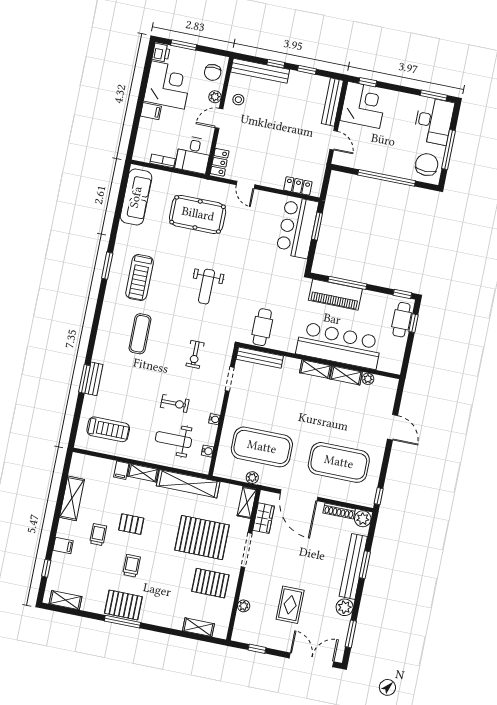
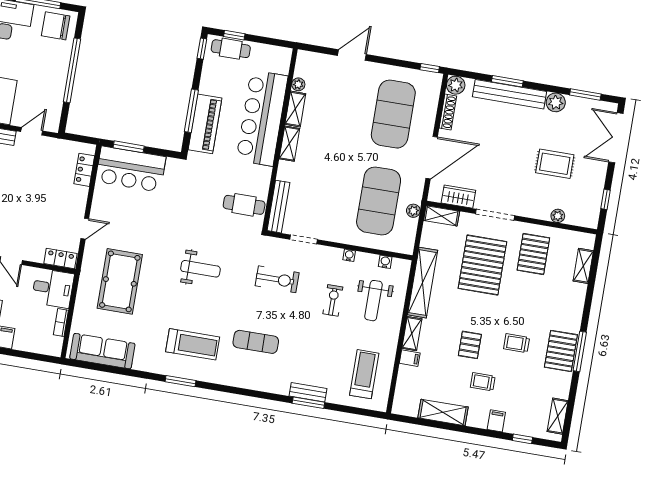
exercise bike: (195, 354) -> (277, 279), width x1.38, depth x1.39

